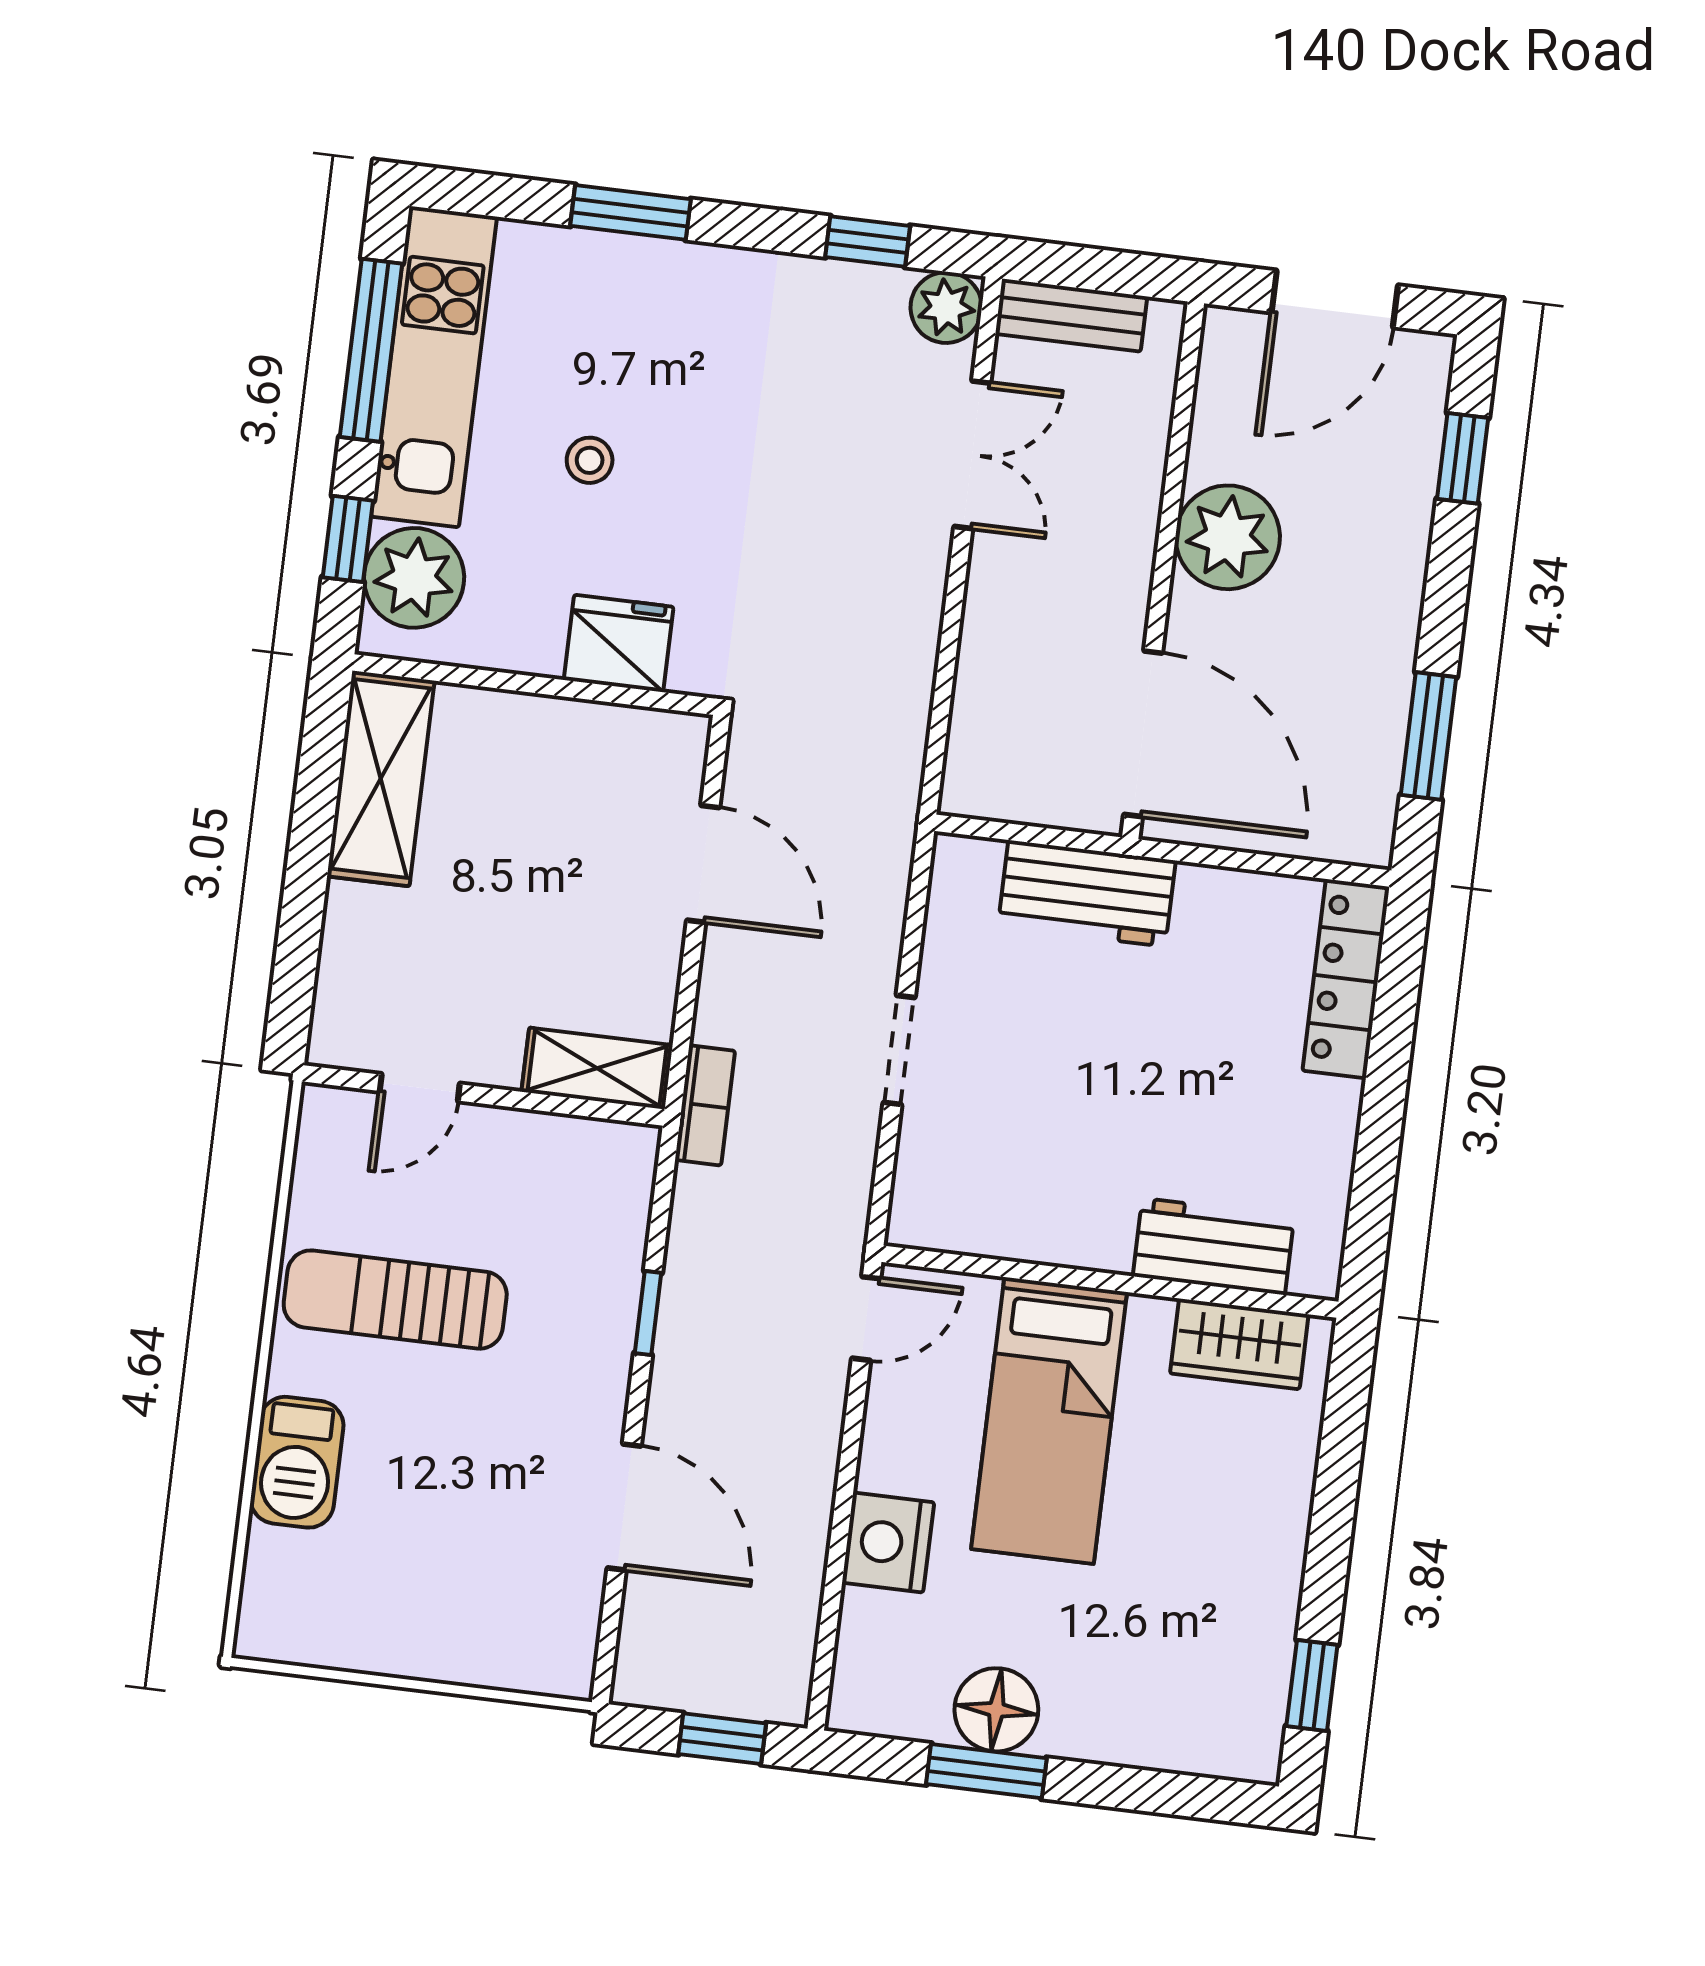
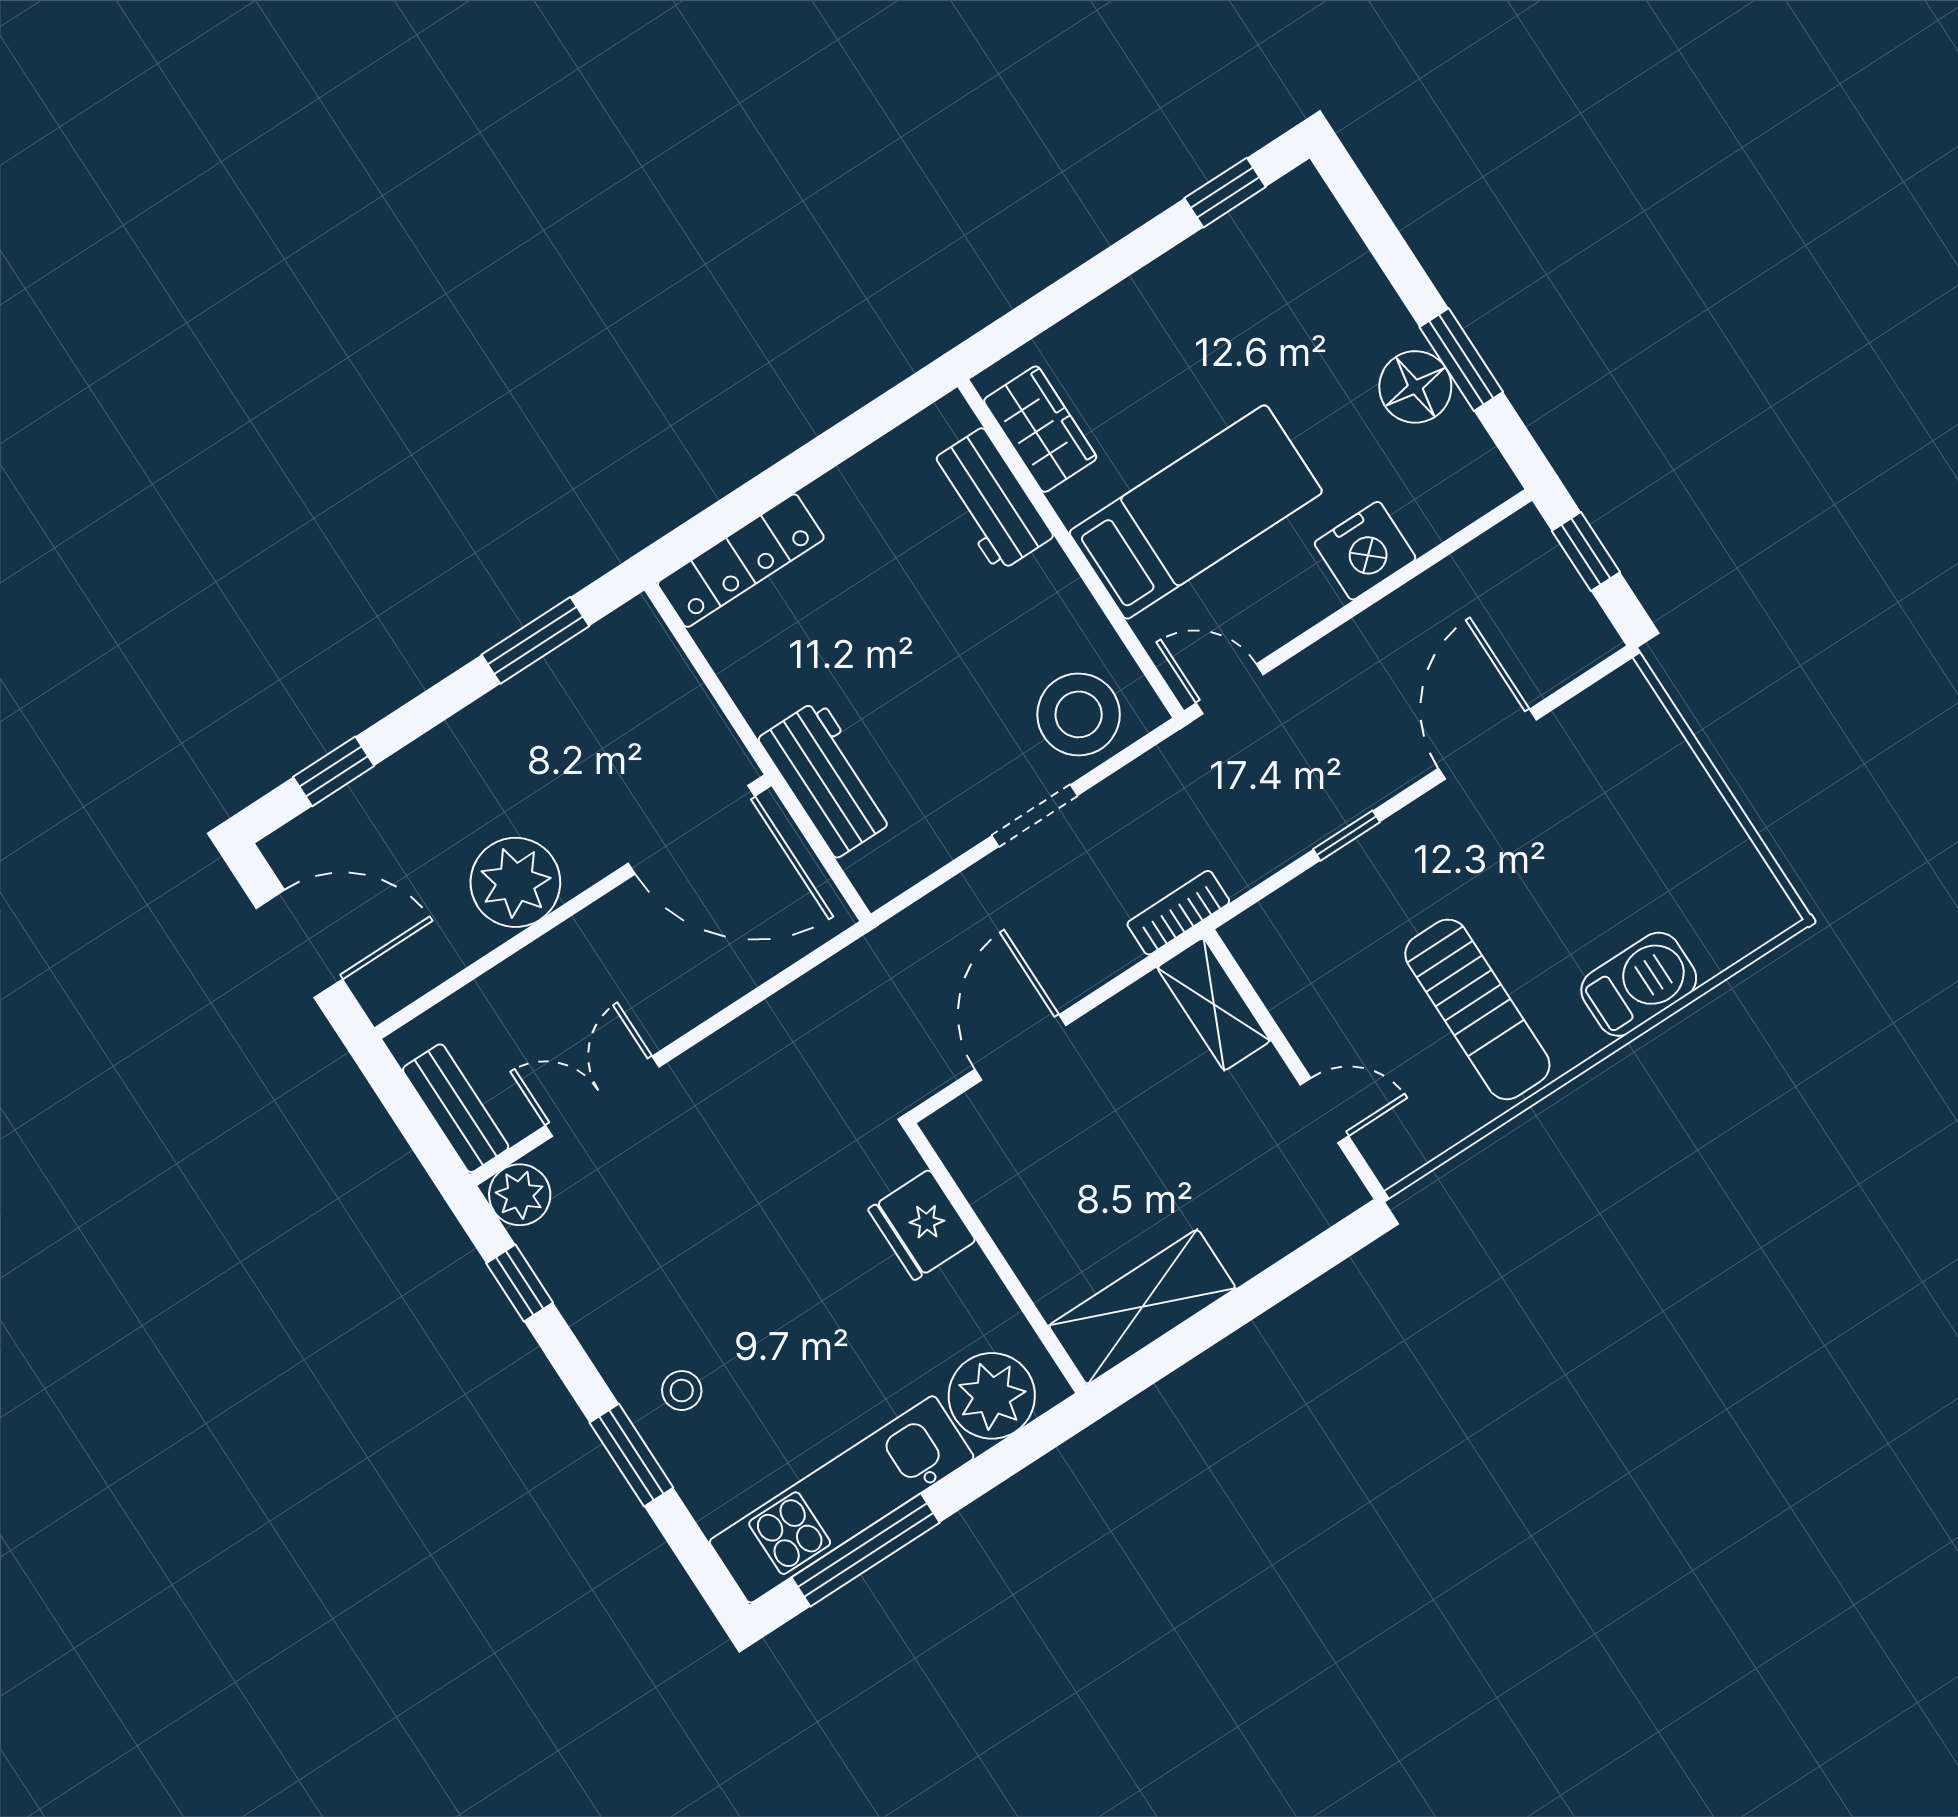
stool: (590, 460) -> (682, 1391), moved
window: (348, 539) -> (1003, 1461), removed
door: (1143, 734) -> (692, 830), swing flipped
stool: (956, 1165) -> (1079, 714), added

